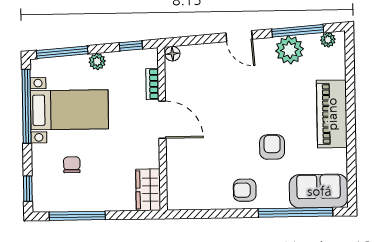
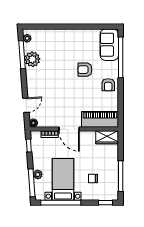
door: (239, 36) -> (26, 105), moved
plant: (97, 62) -> (38, 175), moved
piano: (332, 114) -> (100, 119), moved, turned 180
door: (162, 120) -> (69, 129), swing flipped

